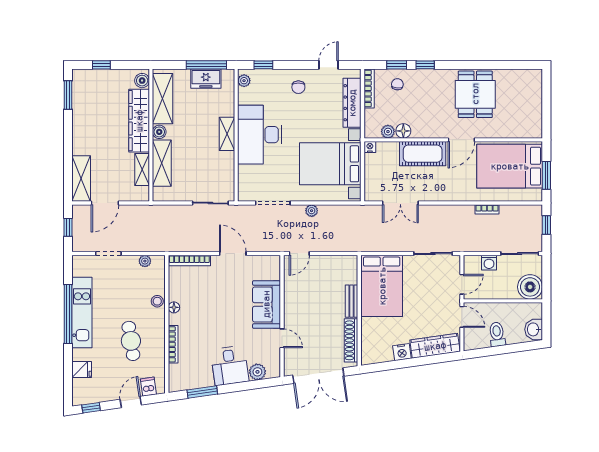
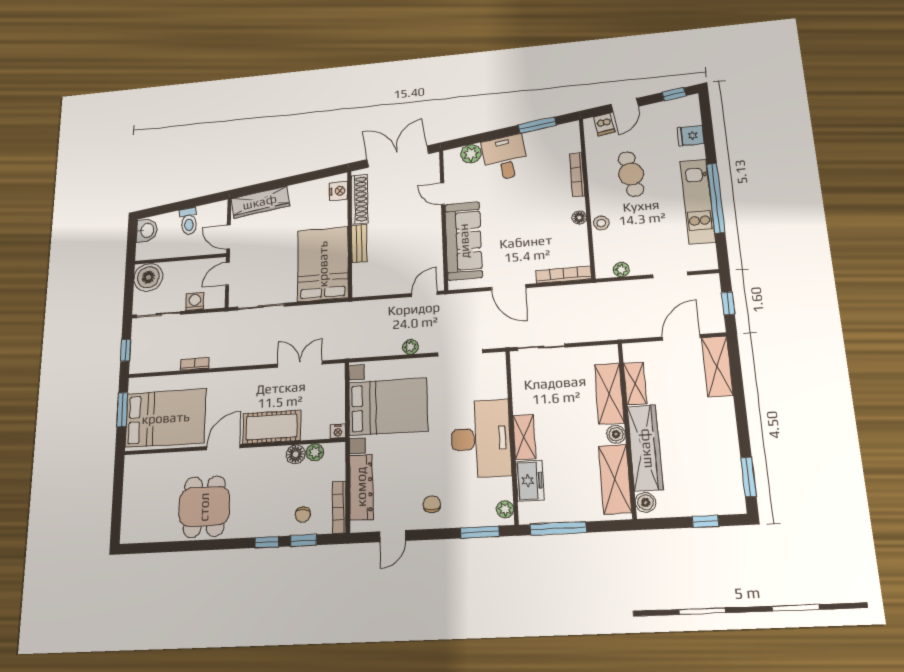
window: (263, 65) -> (480, 532), width x1.50
freezer: (206, 79) -> (530, 481), moved, turned 90
sofa: (266, 304) -> (464, 241), width x1.36
nightstand: (402, 352) -> (338, 191), moved, turned 98

